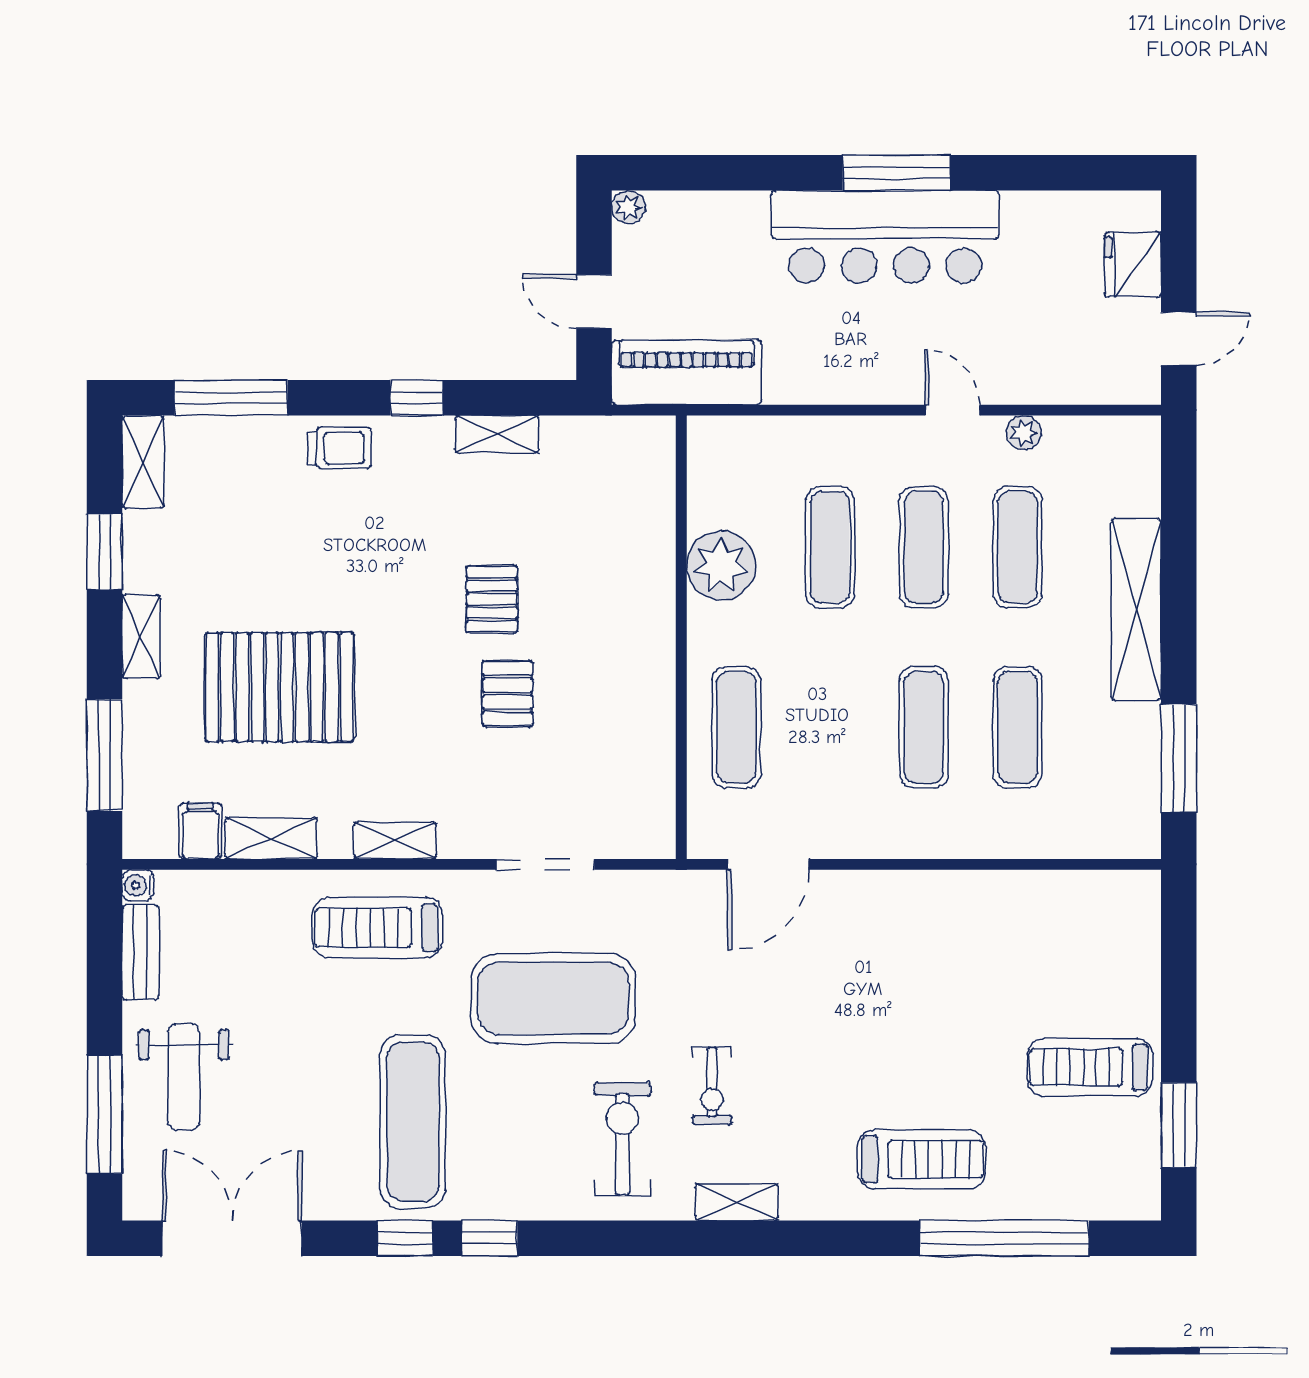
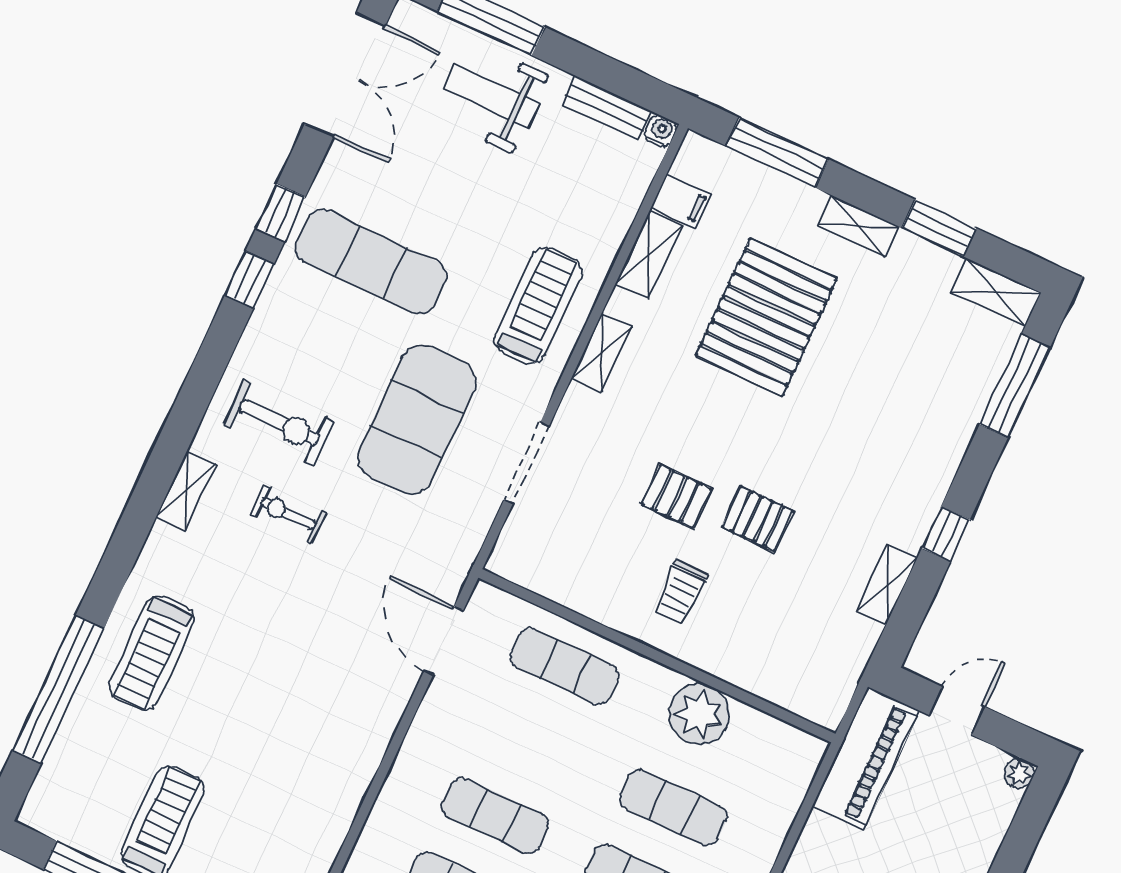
trolley: (340, 448) -> (681, 592), moved

